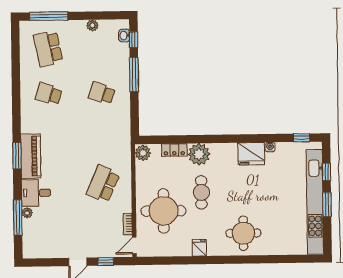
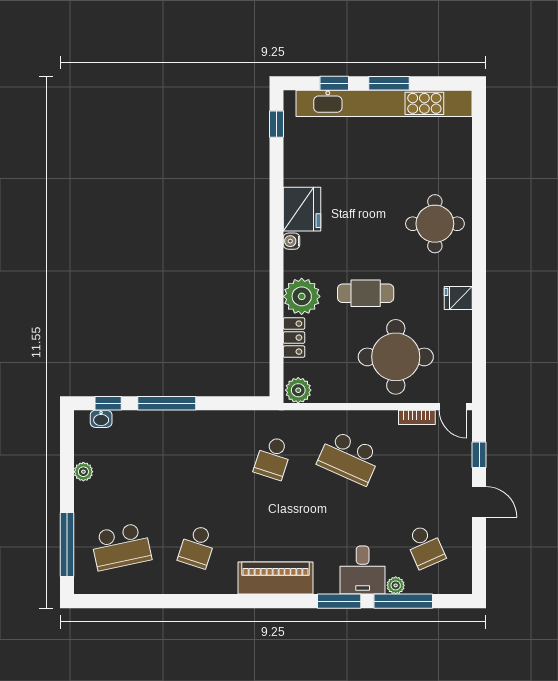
school desk: (102, 93) -> (273, 458), moved
water cooler: (270, 147) -> (292, 241), moved
window: (17, 156) -> (339, 601), moved
piano: (31, 156) -> (276, 578), moved
school desk: (51, 230) -> (425, 546), added

